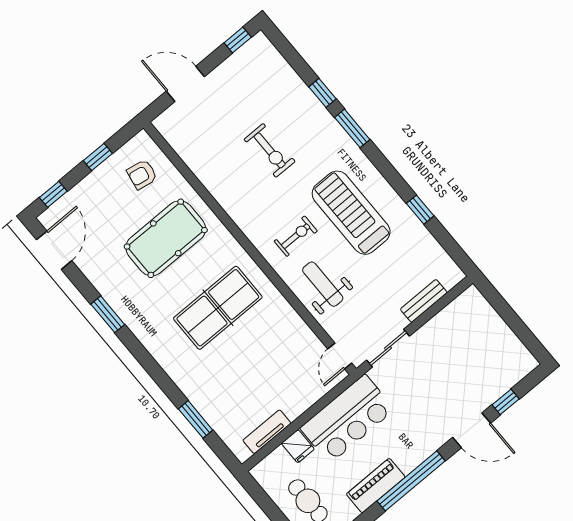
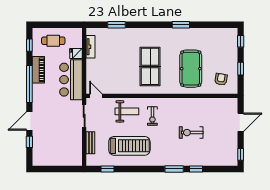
window: (420, 210) -> (107, 169), moved
treadmill: (351, 213) -> (129, 146), moved
door: (54, 250) -> (220, 25), removed

